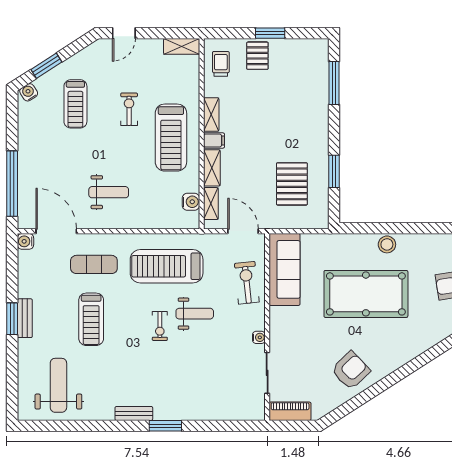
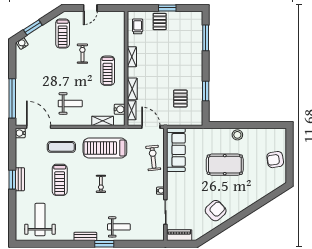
door: (124, 33) -> (90, 8), moved
shelving: (182, 46) -> (103, 121), moved
treadmill: (75, 104) -> (63, 33), moved
treadmill: (171, 138) -> (108, 71), width x0.73, depth x0.73
filing cabinet: (214, 140) -> (133, 72), removed
pallet: (292, 184) -> (180, 98), width x0.67, depth x0.71
pool table: (366, 294) -> (225, 165), width x0.73, depth x0.76
weight bench: (195, 314) -> (119, 227), moved

